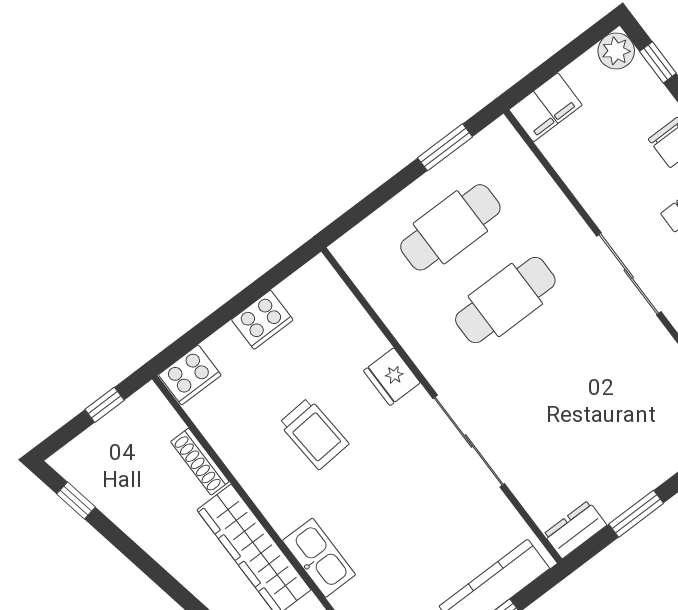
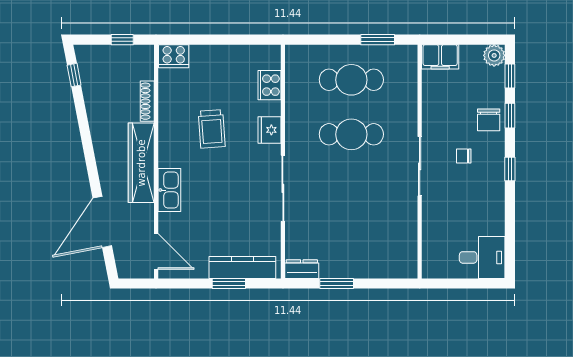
cooker: (262, 320) -> (270, 85), moved, turned 90

